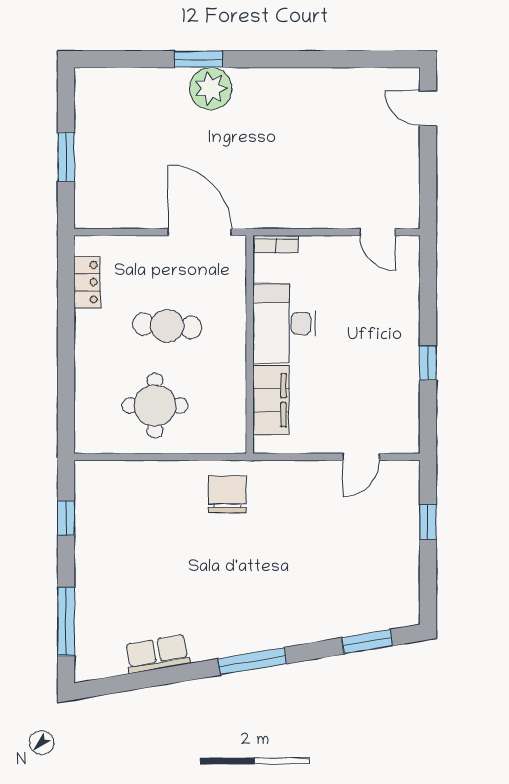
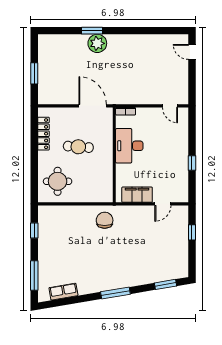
locker: (87, 282) -> (43, 134), width x1.53
filing cabinet: (271, 400) -> (137, 195), moved, turned -90
round table: (155, 405) -> (58, 181), moved
row of seats: (157, 654) -> (63, 292), moved

